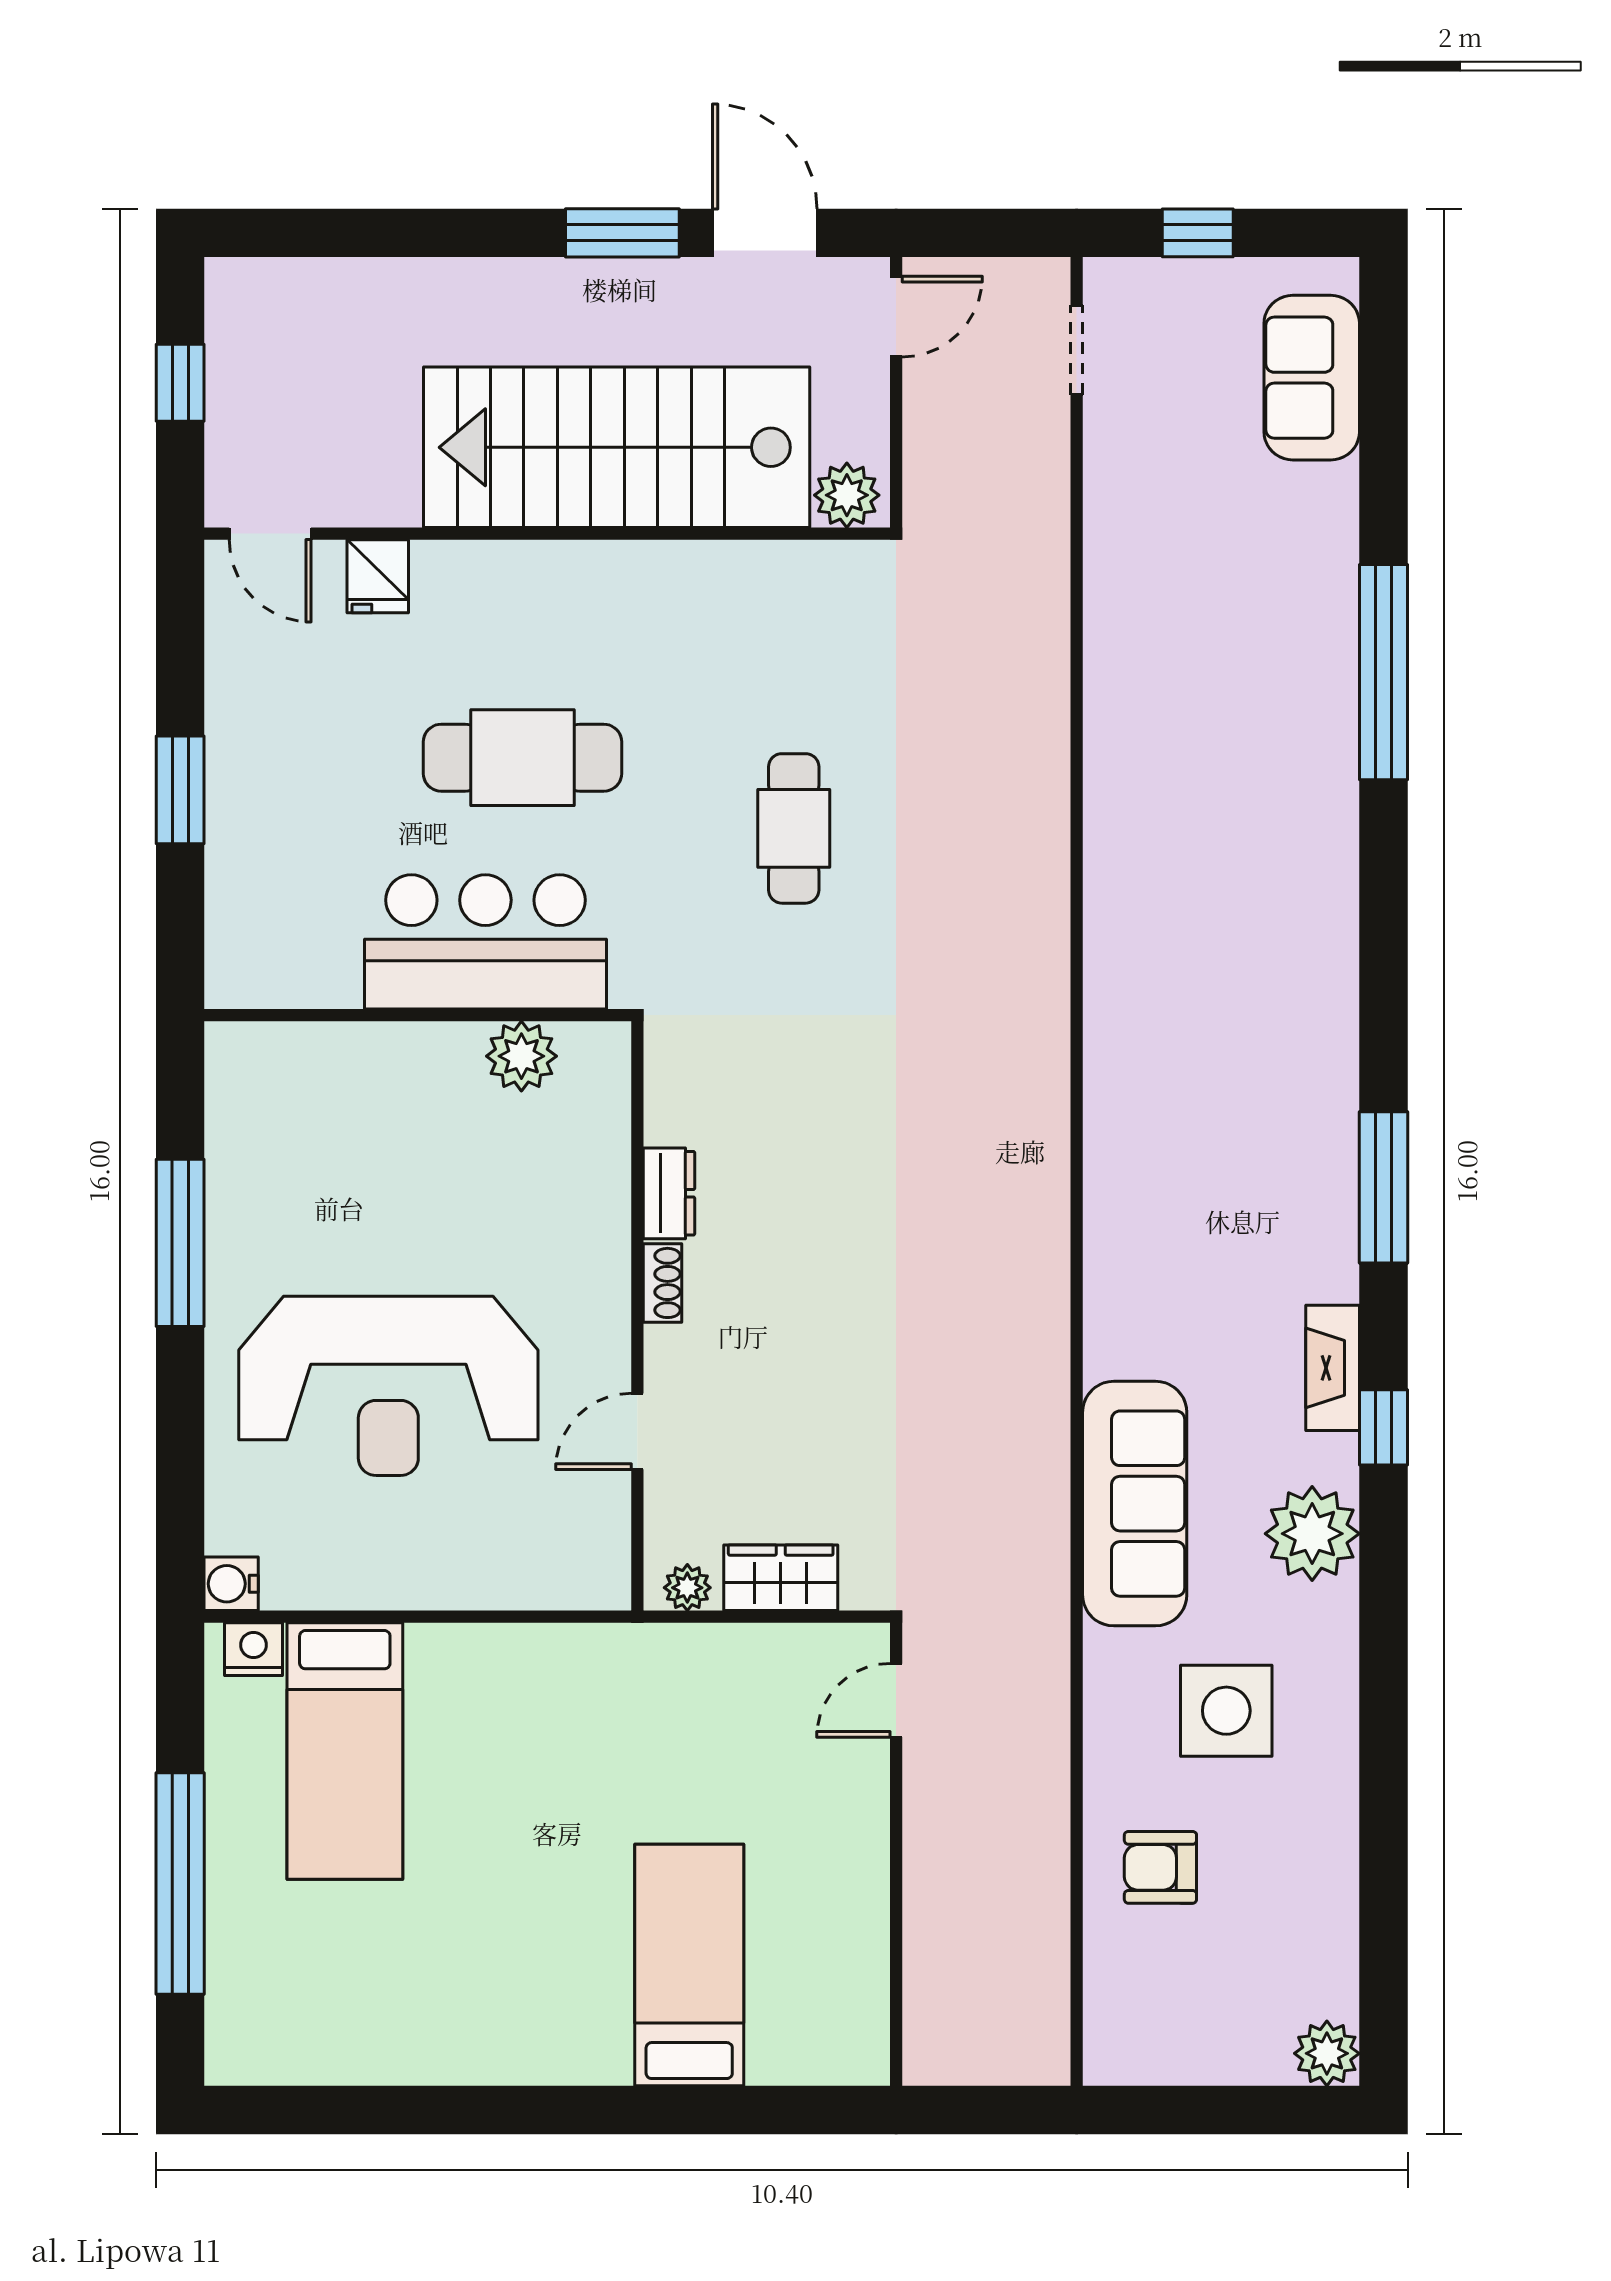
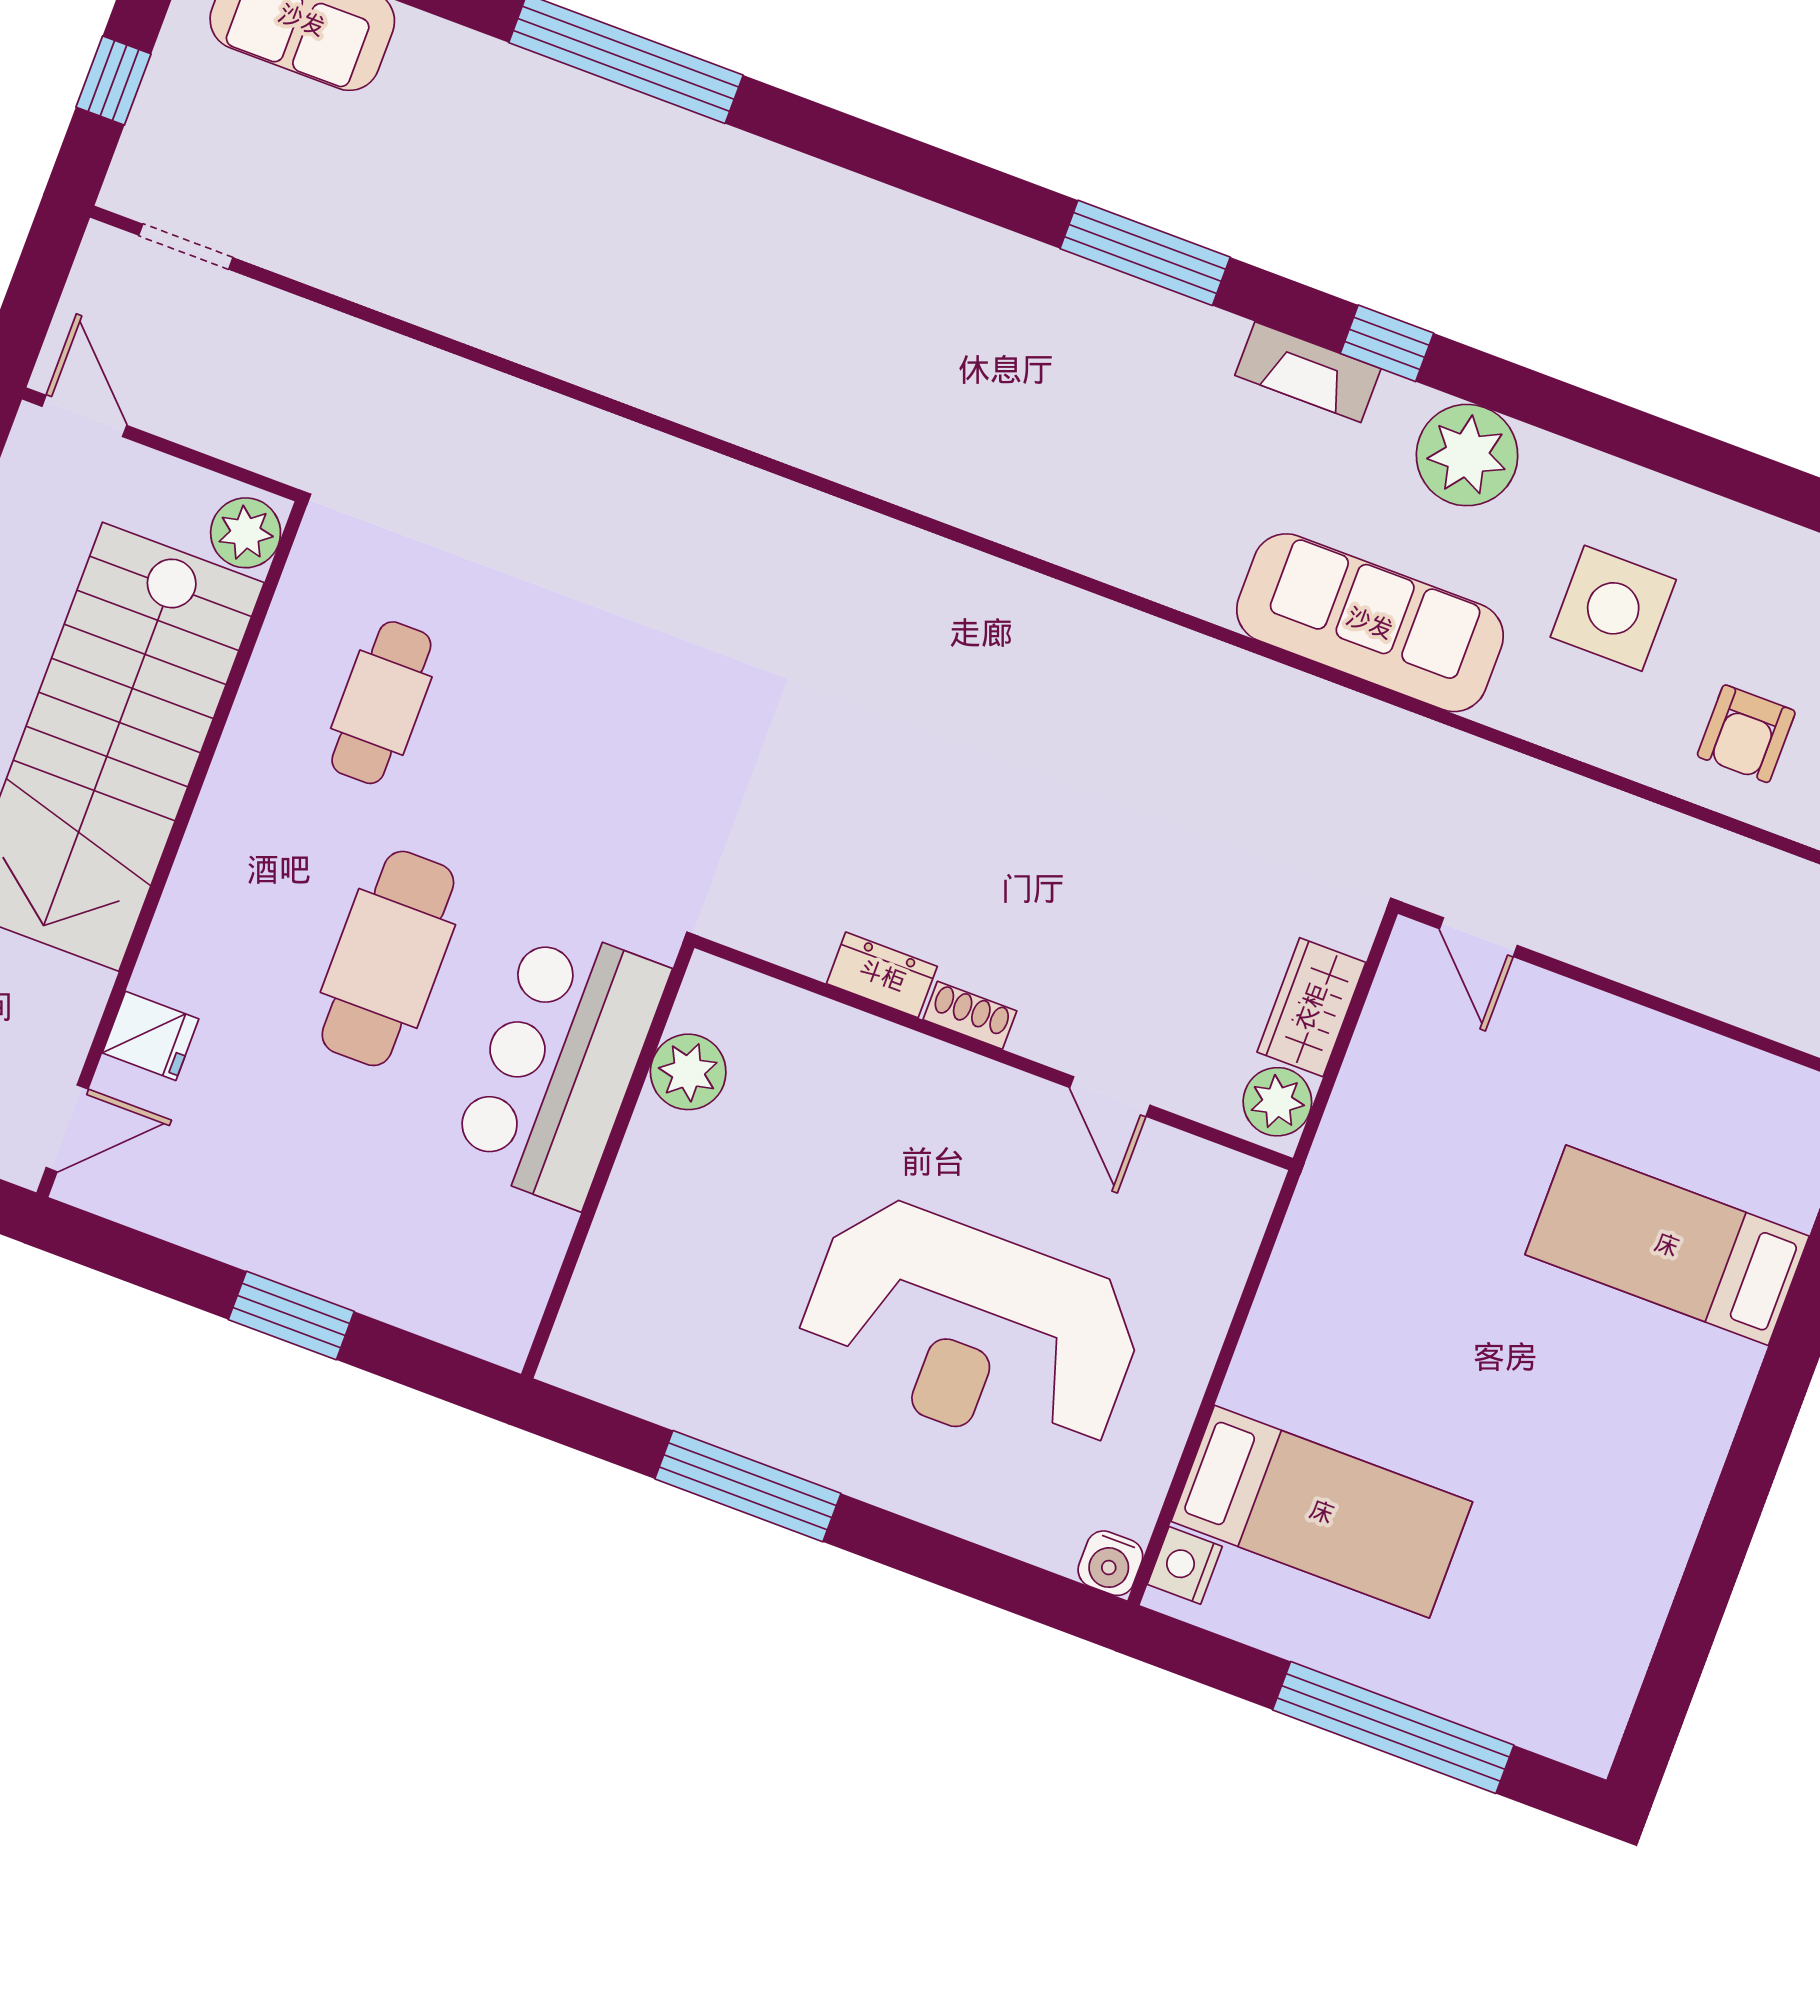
cafe table: (794, 828) -> (381, 703), moved, turned 90
reception desk: (388, 1386) -> (970, 1330), turned 90
plant: (687, 1588) -> (1277, 1102), width x1.38, depth x1.38

